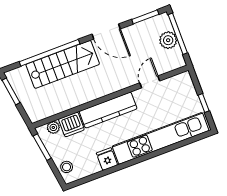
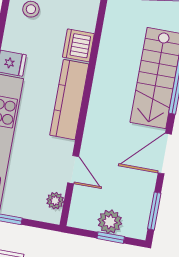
window: (178, 34) -> (111, 238), width x0.46
plant: (53, 127) -> (55, 201), moved

